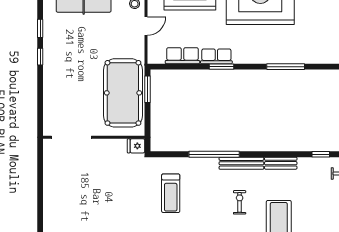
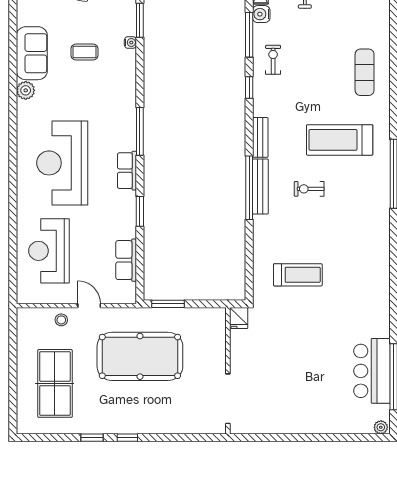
row of seats: (216, 56) -> (127, 171), moved
pool table: (123, 93) -> (140, 356), moved
window: (214, 154) -> (249, 188), moved

